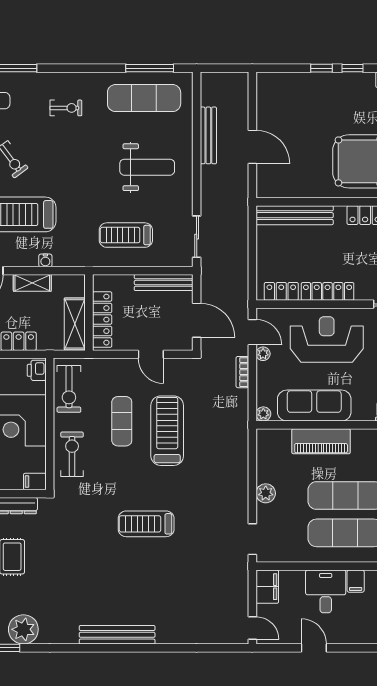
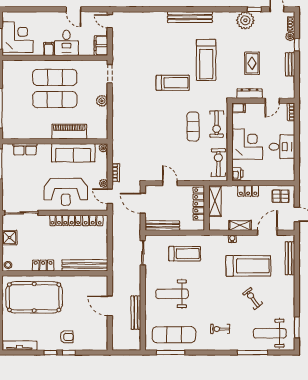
armchair: (325, 95) -> (67, 337), added
exercise mat: (122, 421) -> (193, 126), moved
treadmill: (167, 431) -> (206, 60), moved

